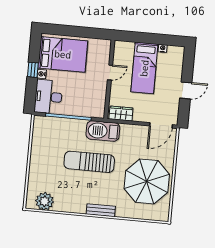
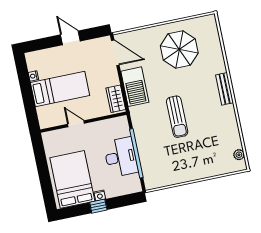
desk: (48, 97) -> (121, 157), moved, turned -90
barbecue: (103, 131) -> (135, 87), moved
sun lounger: (89, 162) -> (177, 117), width x0.73, depth x0.75
parasol: (147, 181) -> (179, 49), width x0.73, depth x0.73
plant: (45, 201) -> (239, 155), width x0.53, depth x0.53

